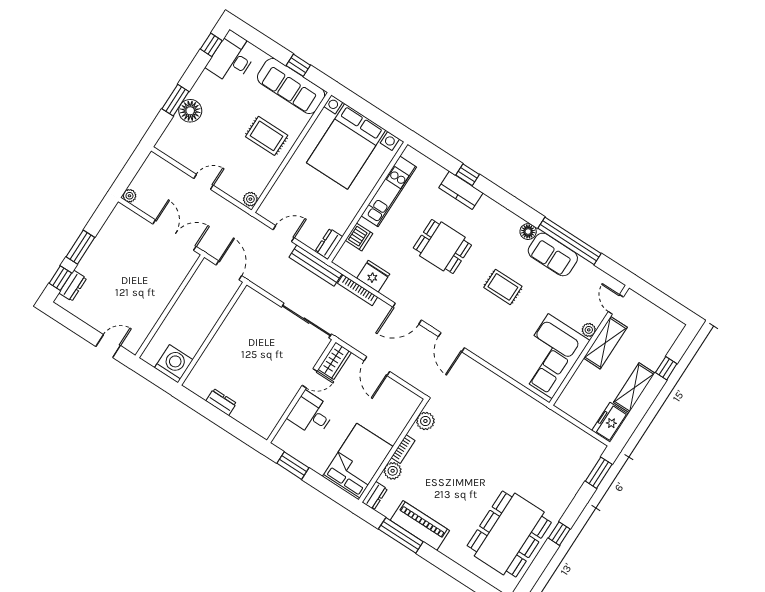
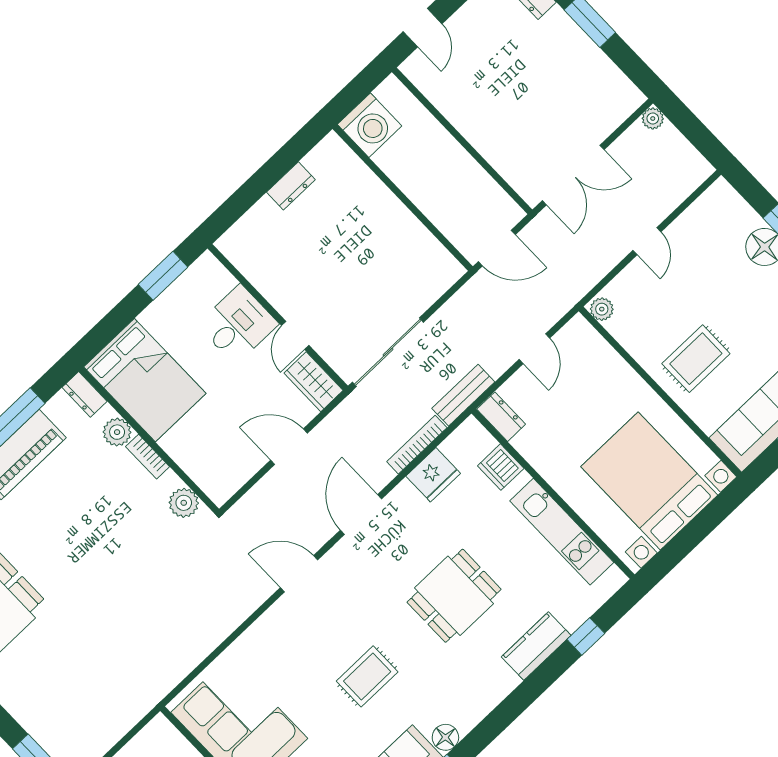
window: (468, 175) -> (586, 636), moved
bench: (315, 266) -> (463, 395), width x0.73

